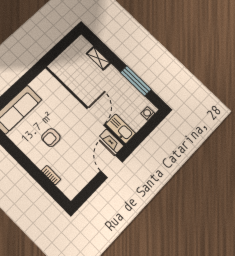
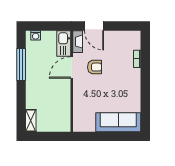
shelving: (98, 58) -> (31, 121), moved
armchair: (51, 138) -> (95, 67), moved
door: (111, 166) -> (94, 26), hinge flipped

